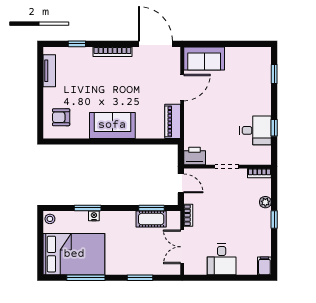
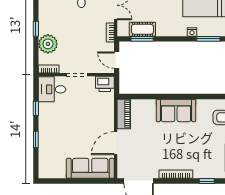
sofa: (204, 58) -> (90, 168), width x1.36
window: (274, 74) -> (36, 139), moved
desk: (255, 130) -> (52, 89), moved
plant: (265, 202) -> (48, 44), width x1.88, depth x1.88
window: (88, 208) -> (208, 39), moved

